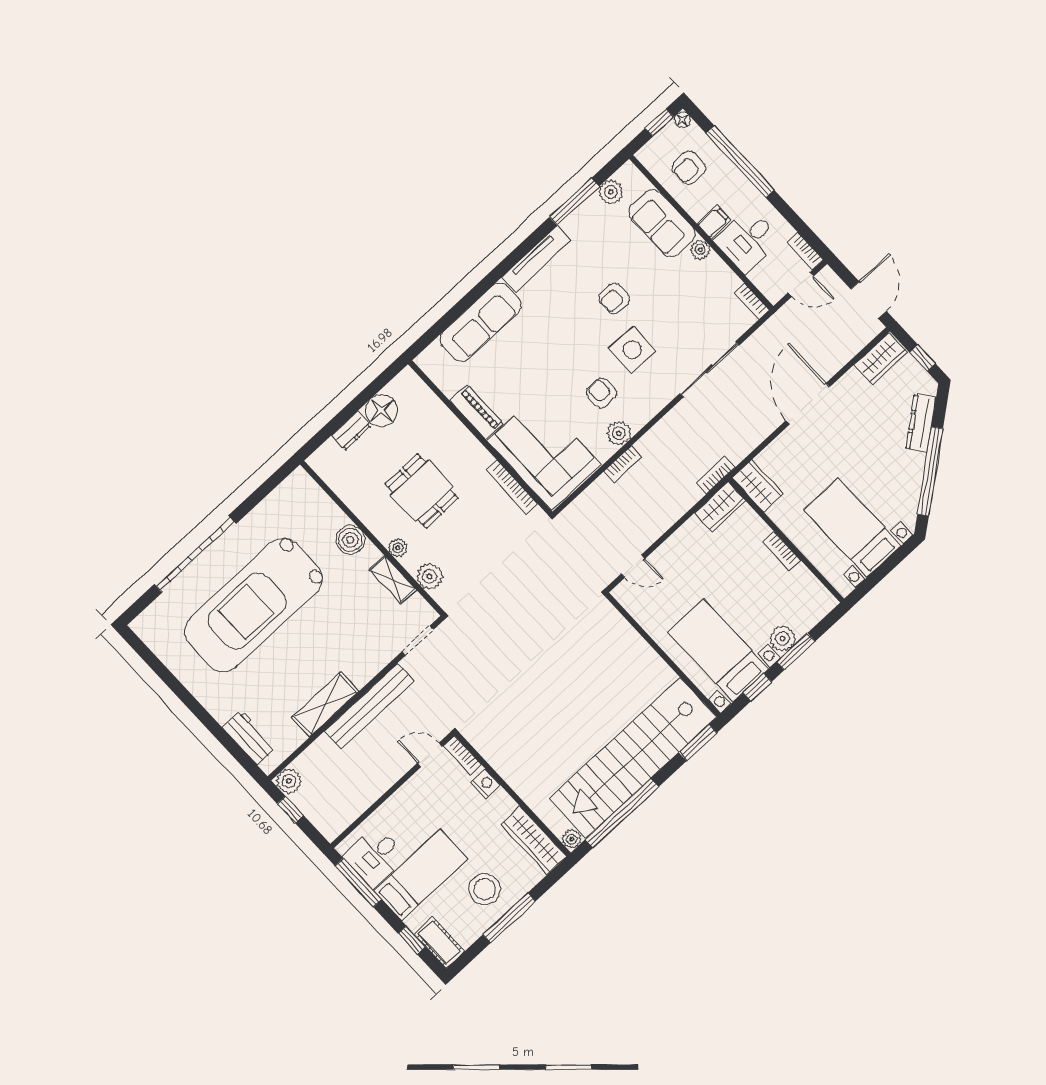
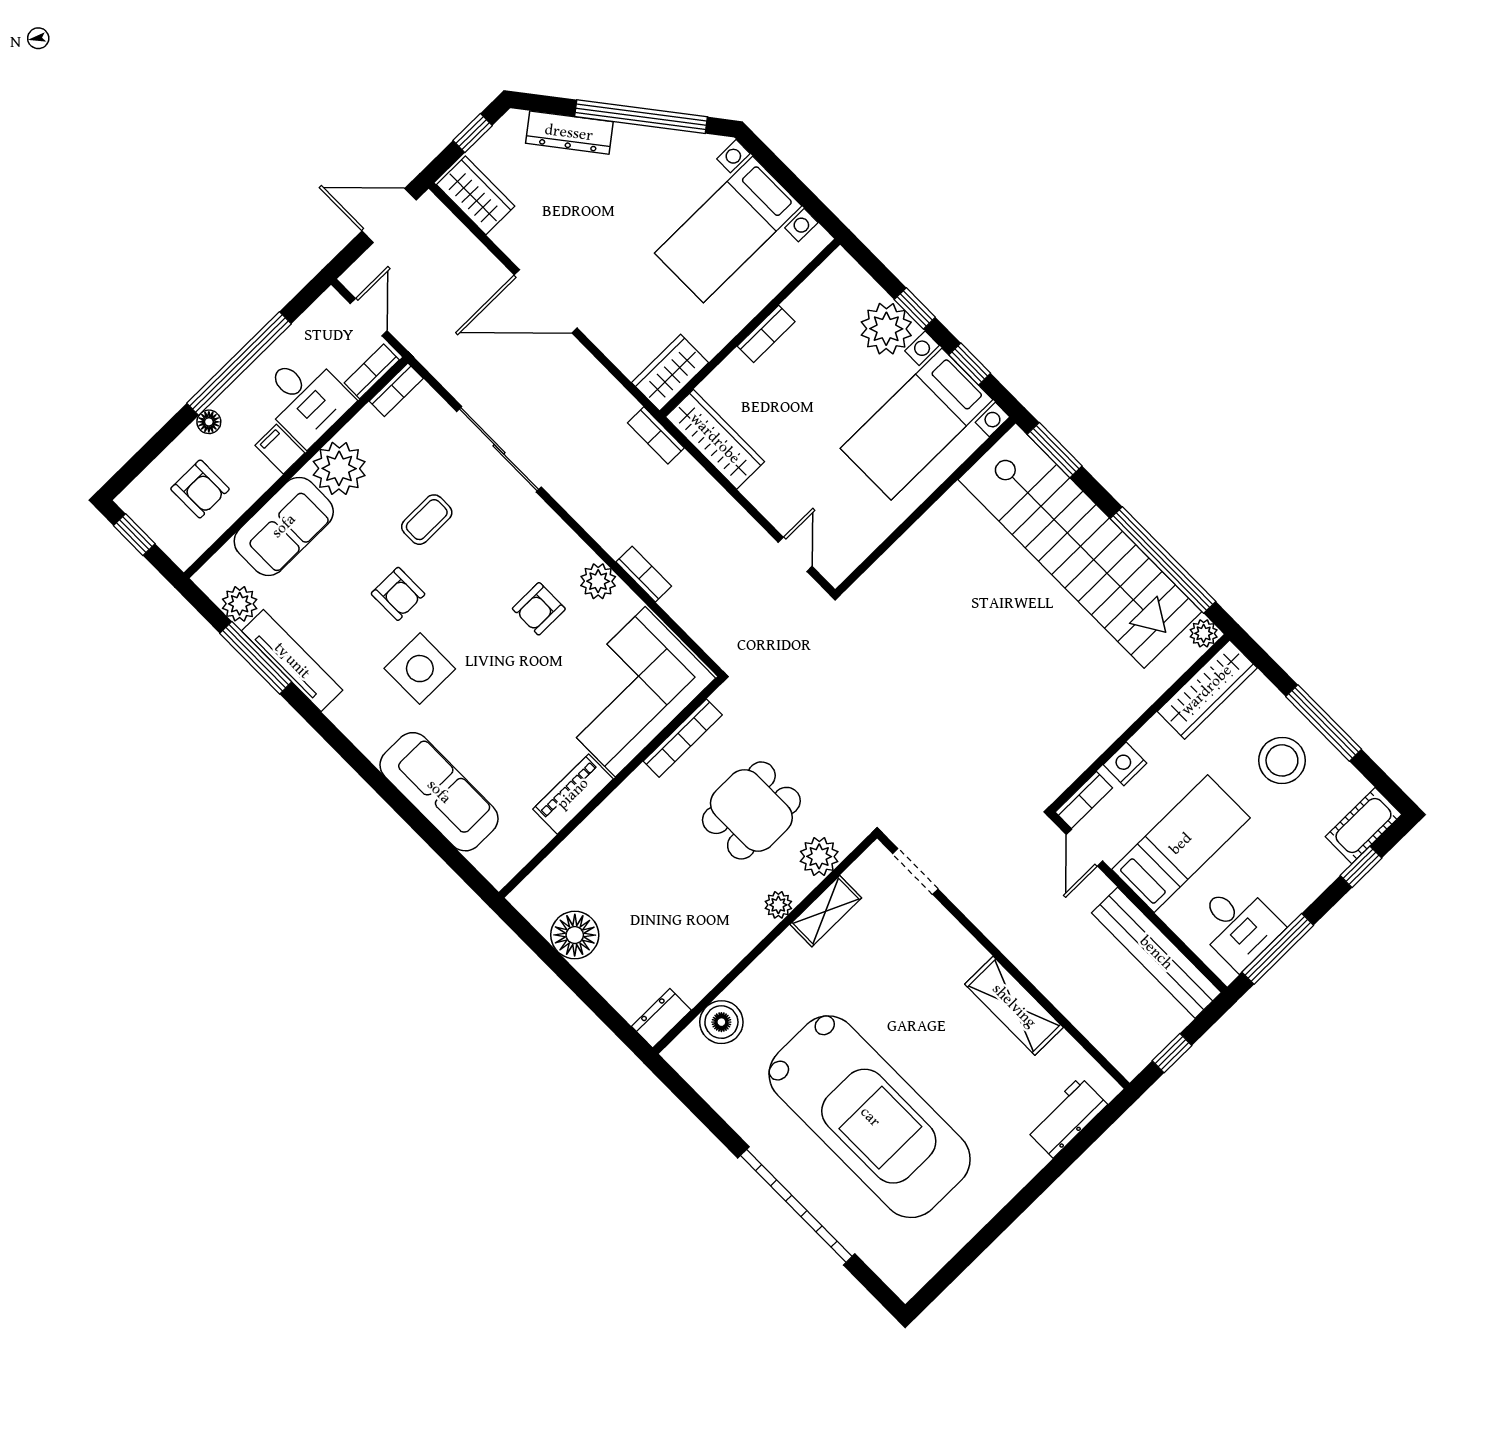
floor lamp: (683, 120) -> (209, 422), moved
window: (740, 162) -> (239, 363), moved
plant: (700, 250) -> (339, 468), width x1.87, depth x1.87
bookcase: (805, 251) -> (372, 371), moved, turned 180
tv unit: (536, 259) -> (292, 661), moved
coffee table: (664, 319) -> (427, 520), added
side table: (632, 350) -> (420, 669), moved
dresser: (351, 431) -> (661, 1018), moved, turned -90
dining table: (422, 491) -> (751, 810), moved
wardrobe: (720, 507) -> (715, 439), width x1.50
boiler: (350, 540) -> (721, 1022), moved
plant: (783, 639) -> (886, 329), width x1.36, depth x1.36
window: (796, 652) -> (915, 308), width x0.67
bench: (369, 706) -> (1156, 953), moved
plant: (289, 781) -> (1130, 1056), removed
bed: (421, 875) -> (1181, 844), moved, turned 90

